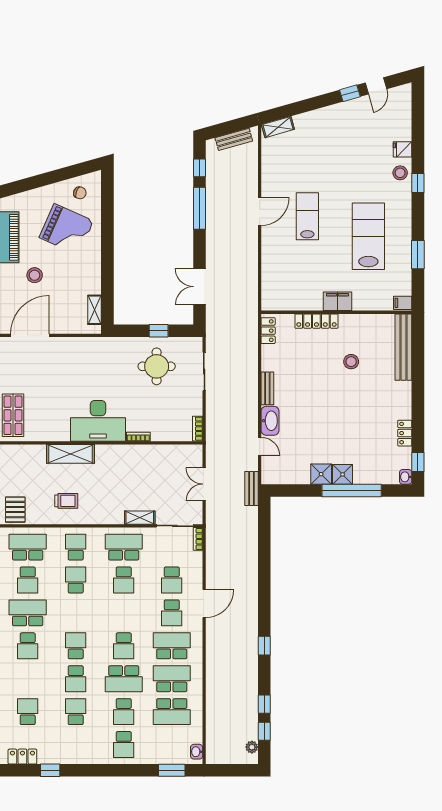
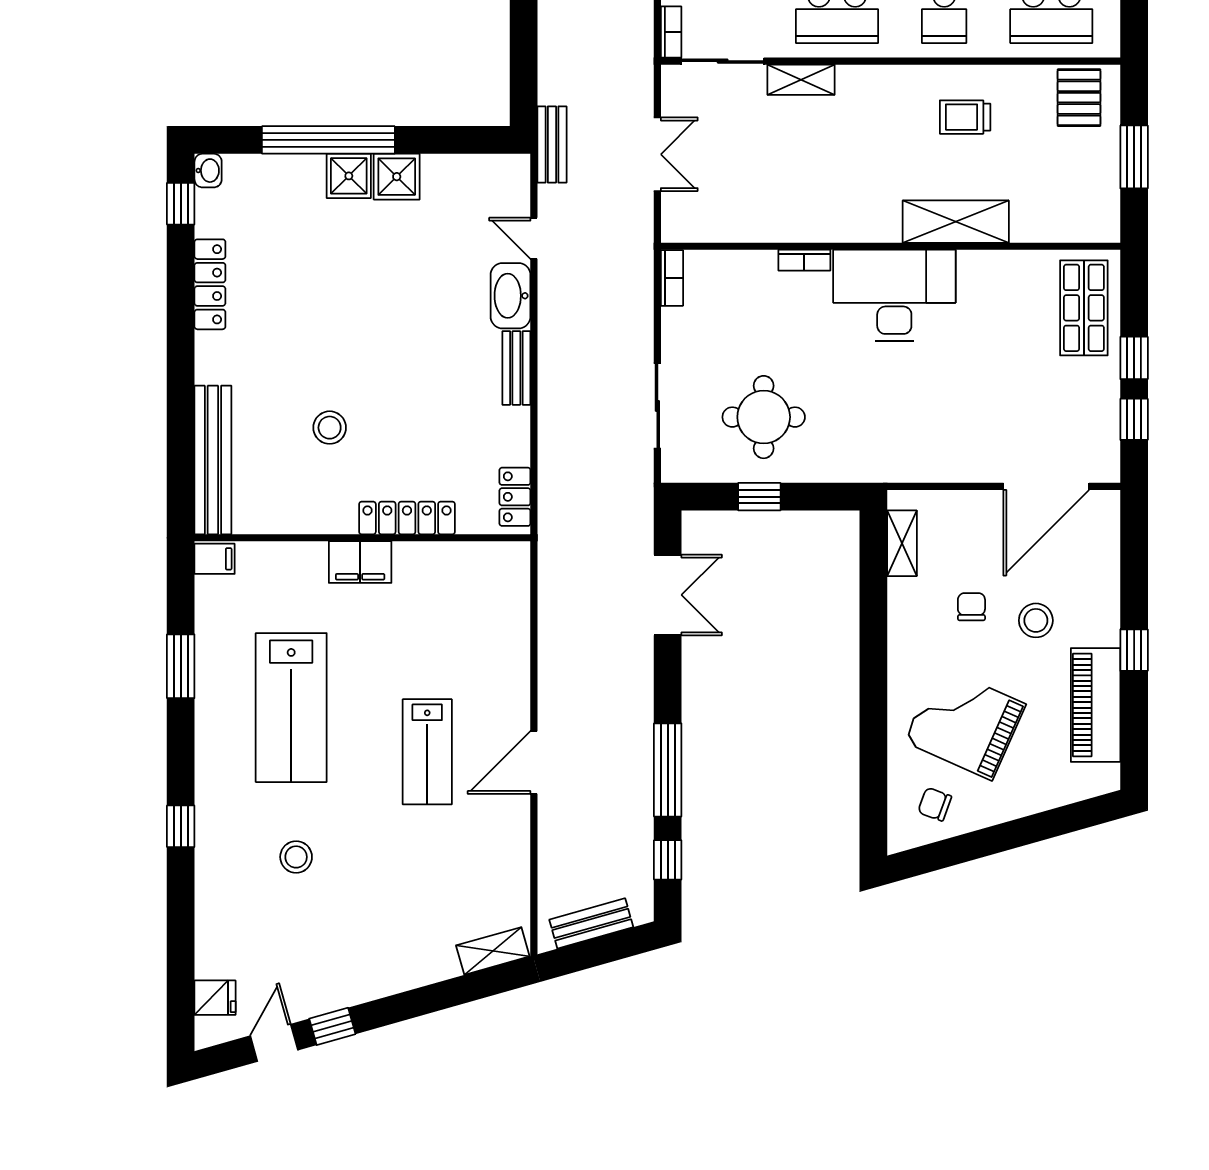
fridge: (403, 149) -> (215, 998), moved
stool: (400, 173) -> (296, 857), moved
chair: (63, 281) -> (971, 607), added
locker: (405, 433) -> (210, 284), width x1.53

